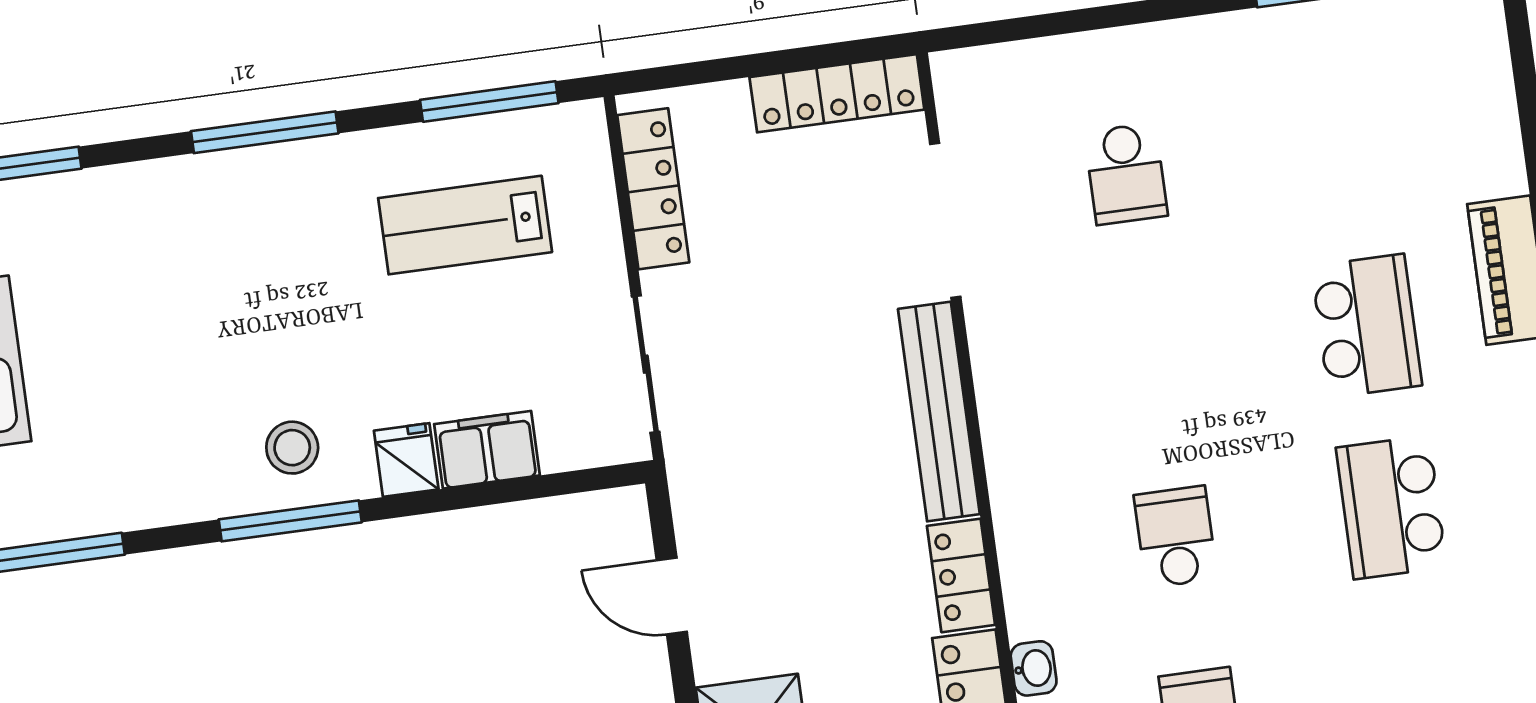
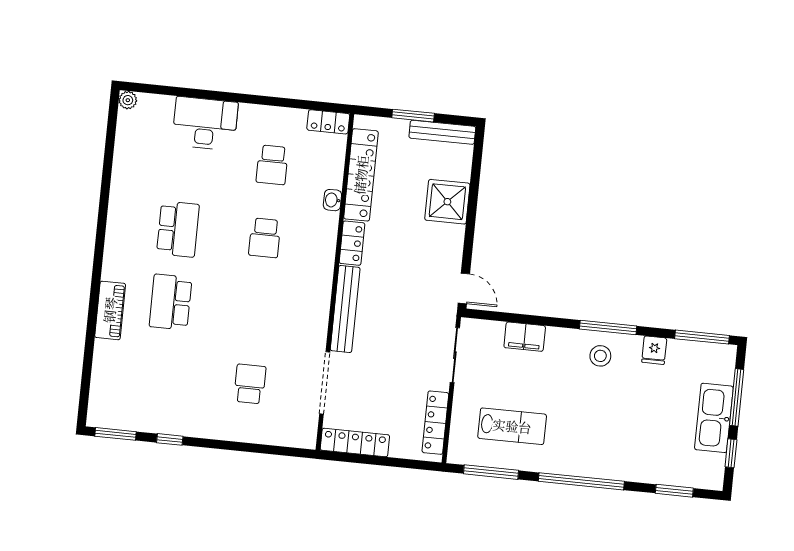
window: (265, 132) -> (581, 481), width x1.46
fridge: (406, 460) -> (654, 350), moved
door: (672, 596) -> (464, 288), moved

